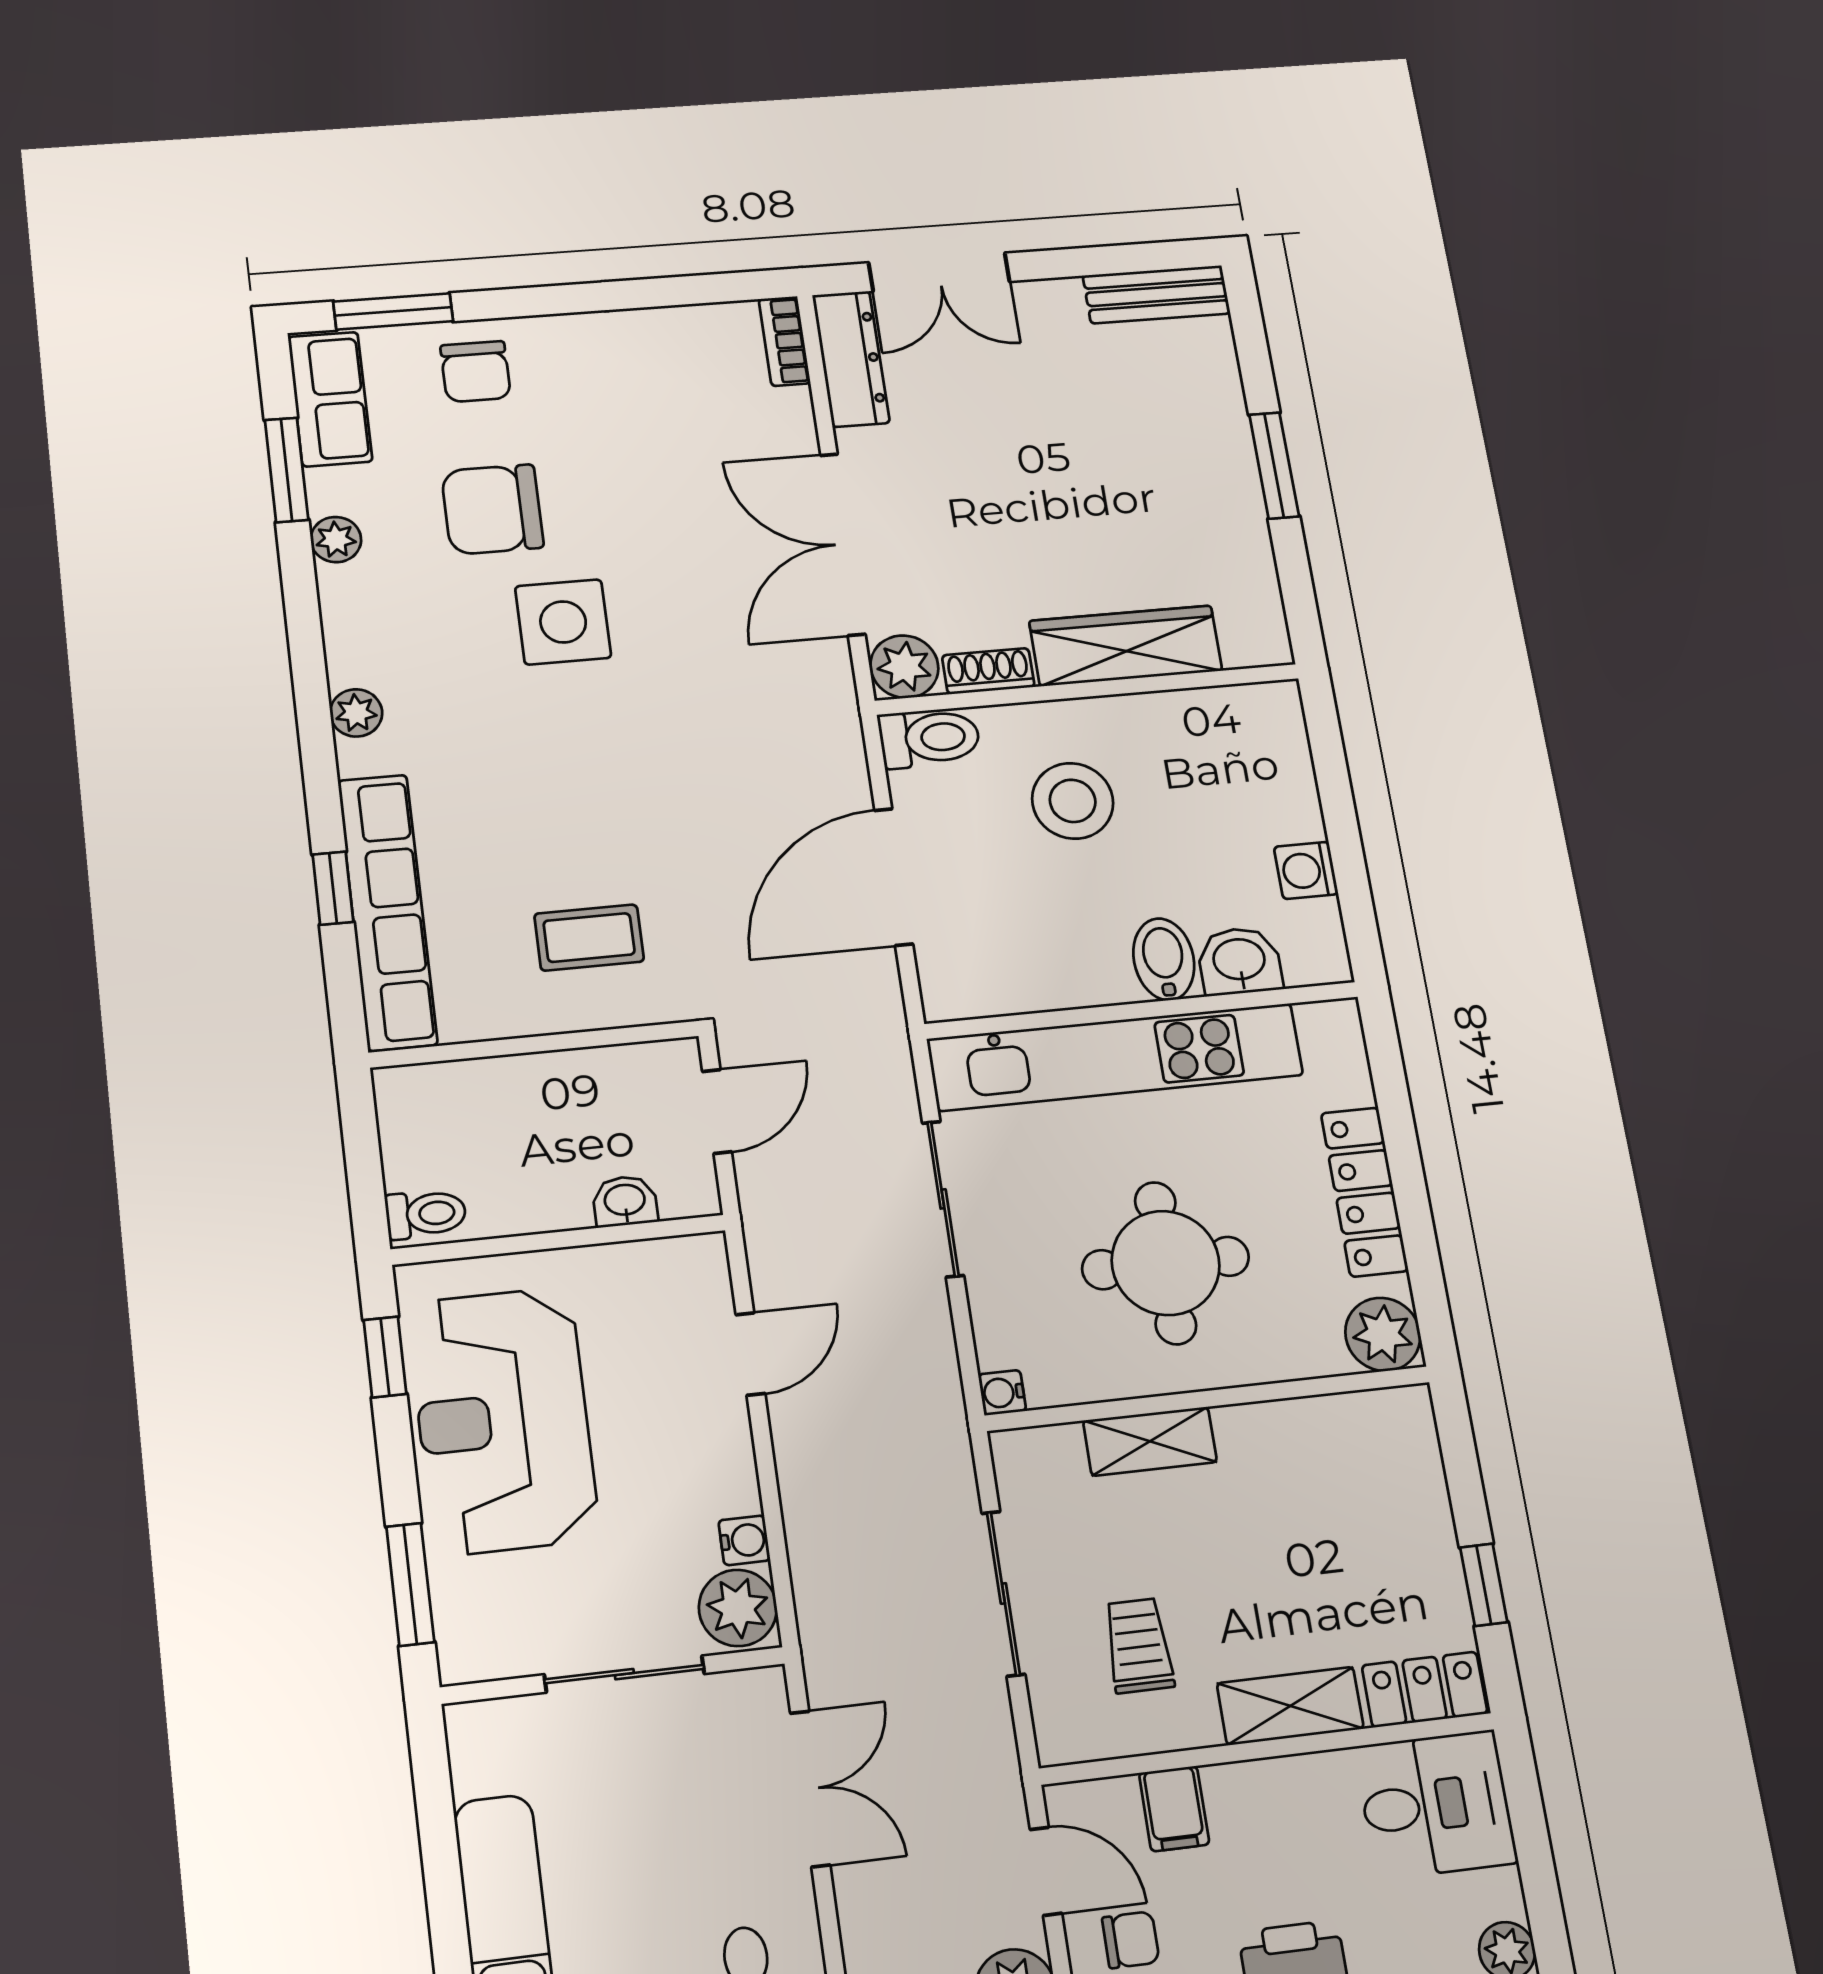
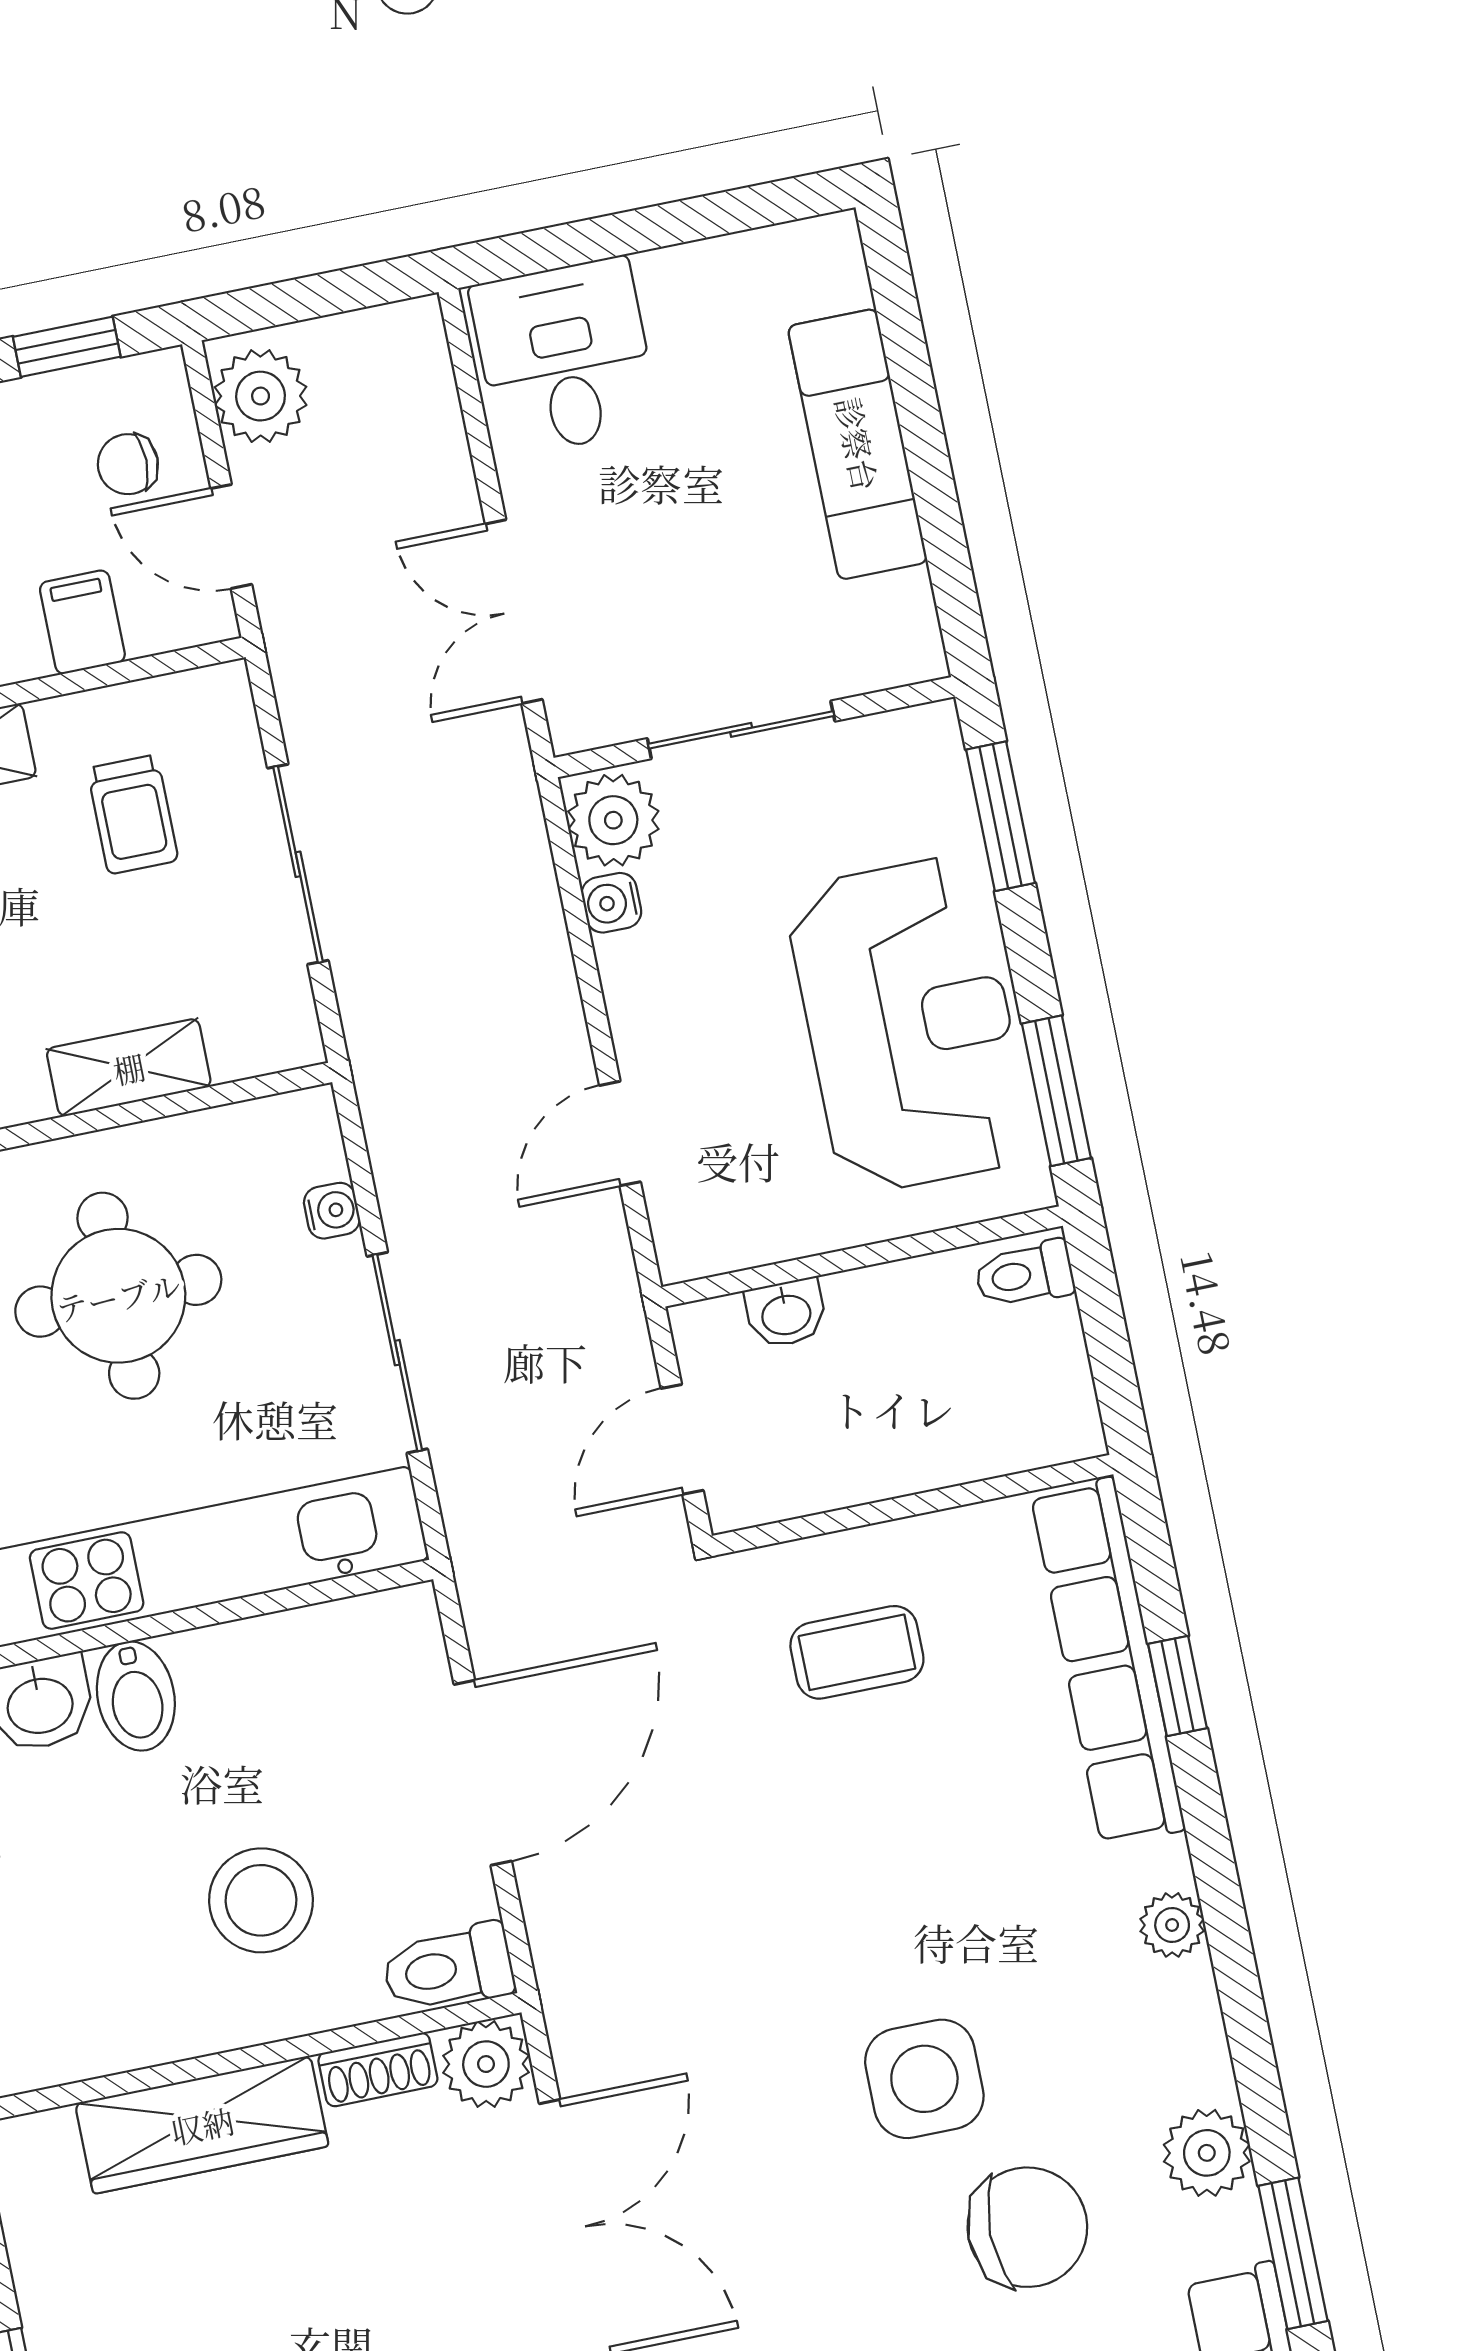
plant: (336, 540) -> (1207, 2153), width x1.38, depth x1.38
window: (385, 1357) -> (1056, 1091), width x1.50
water cooler: (1002, 1393) -> (332, 1211), moved

